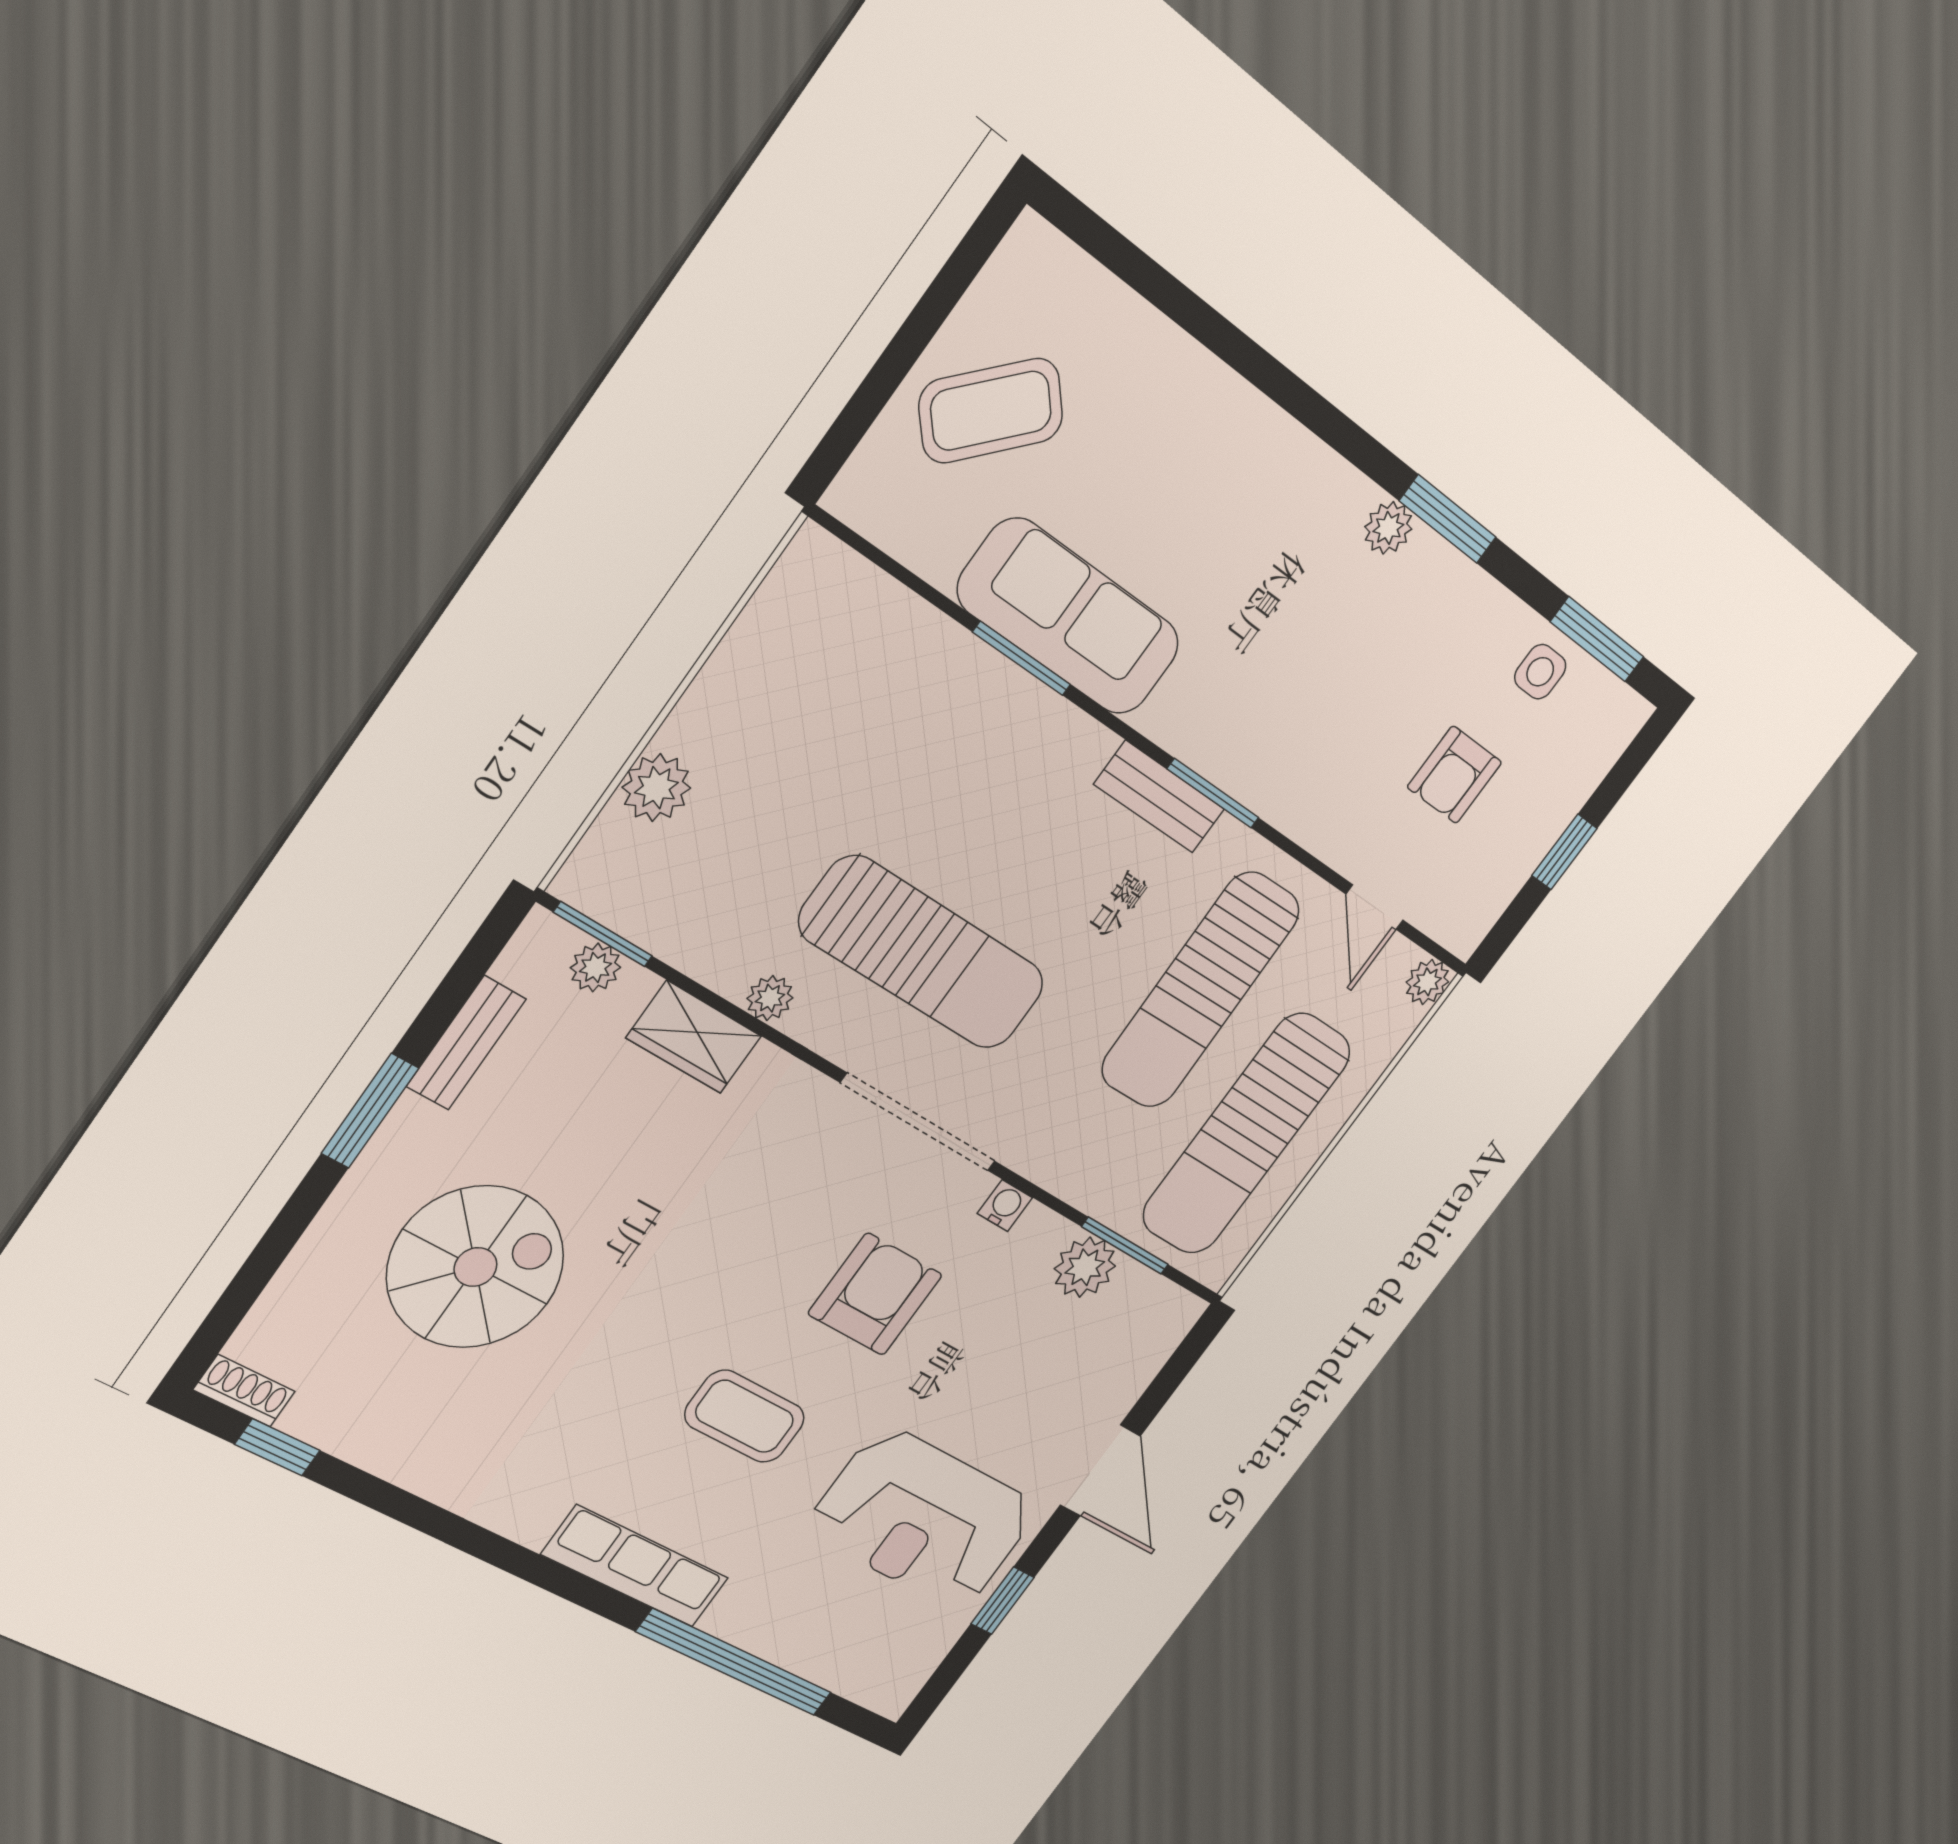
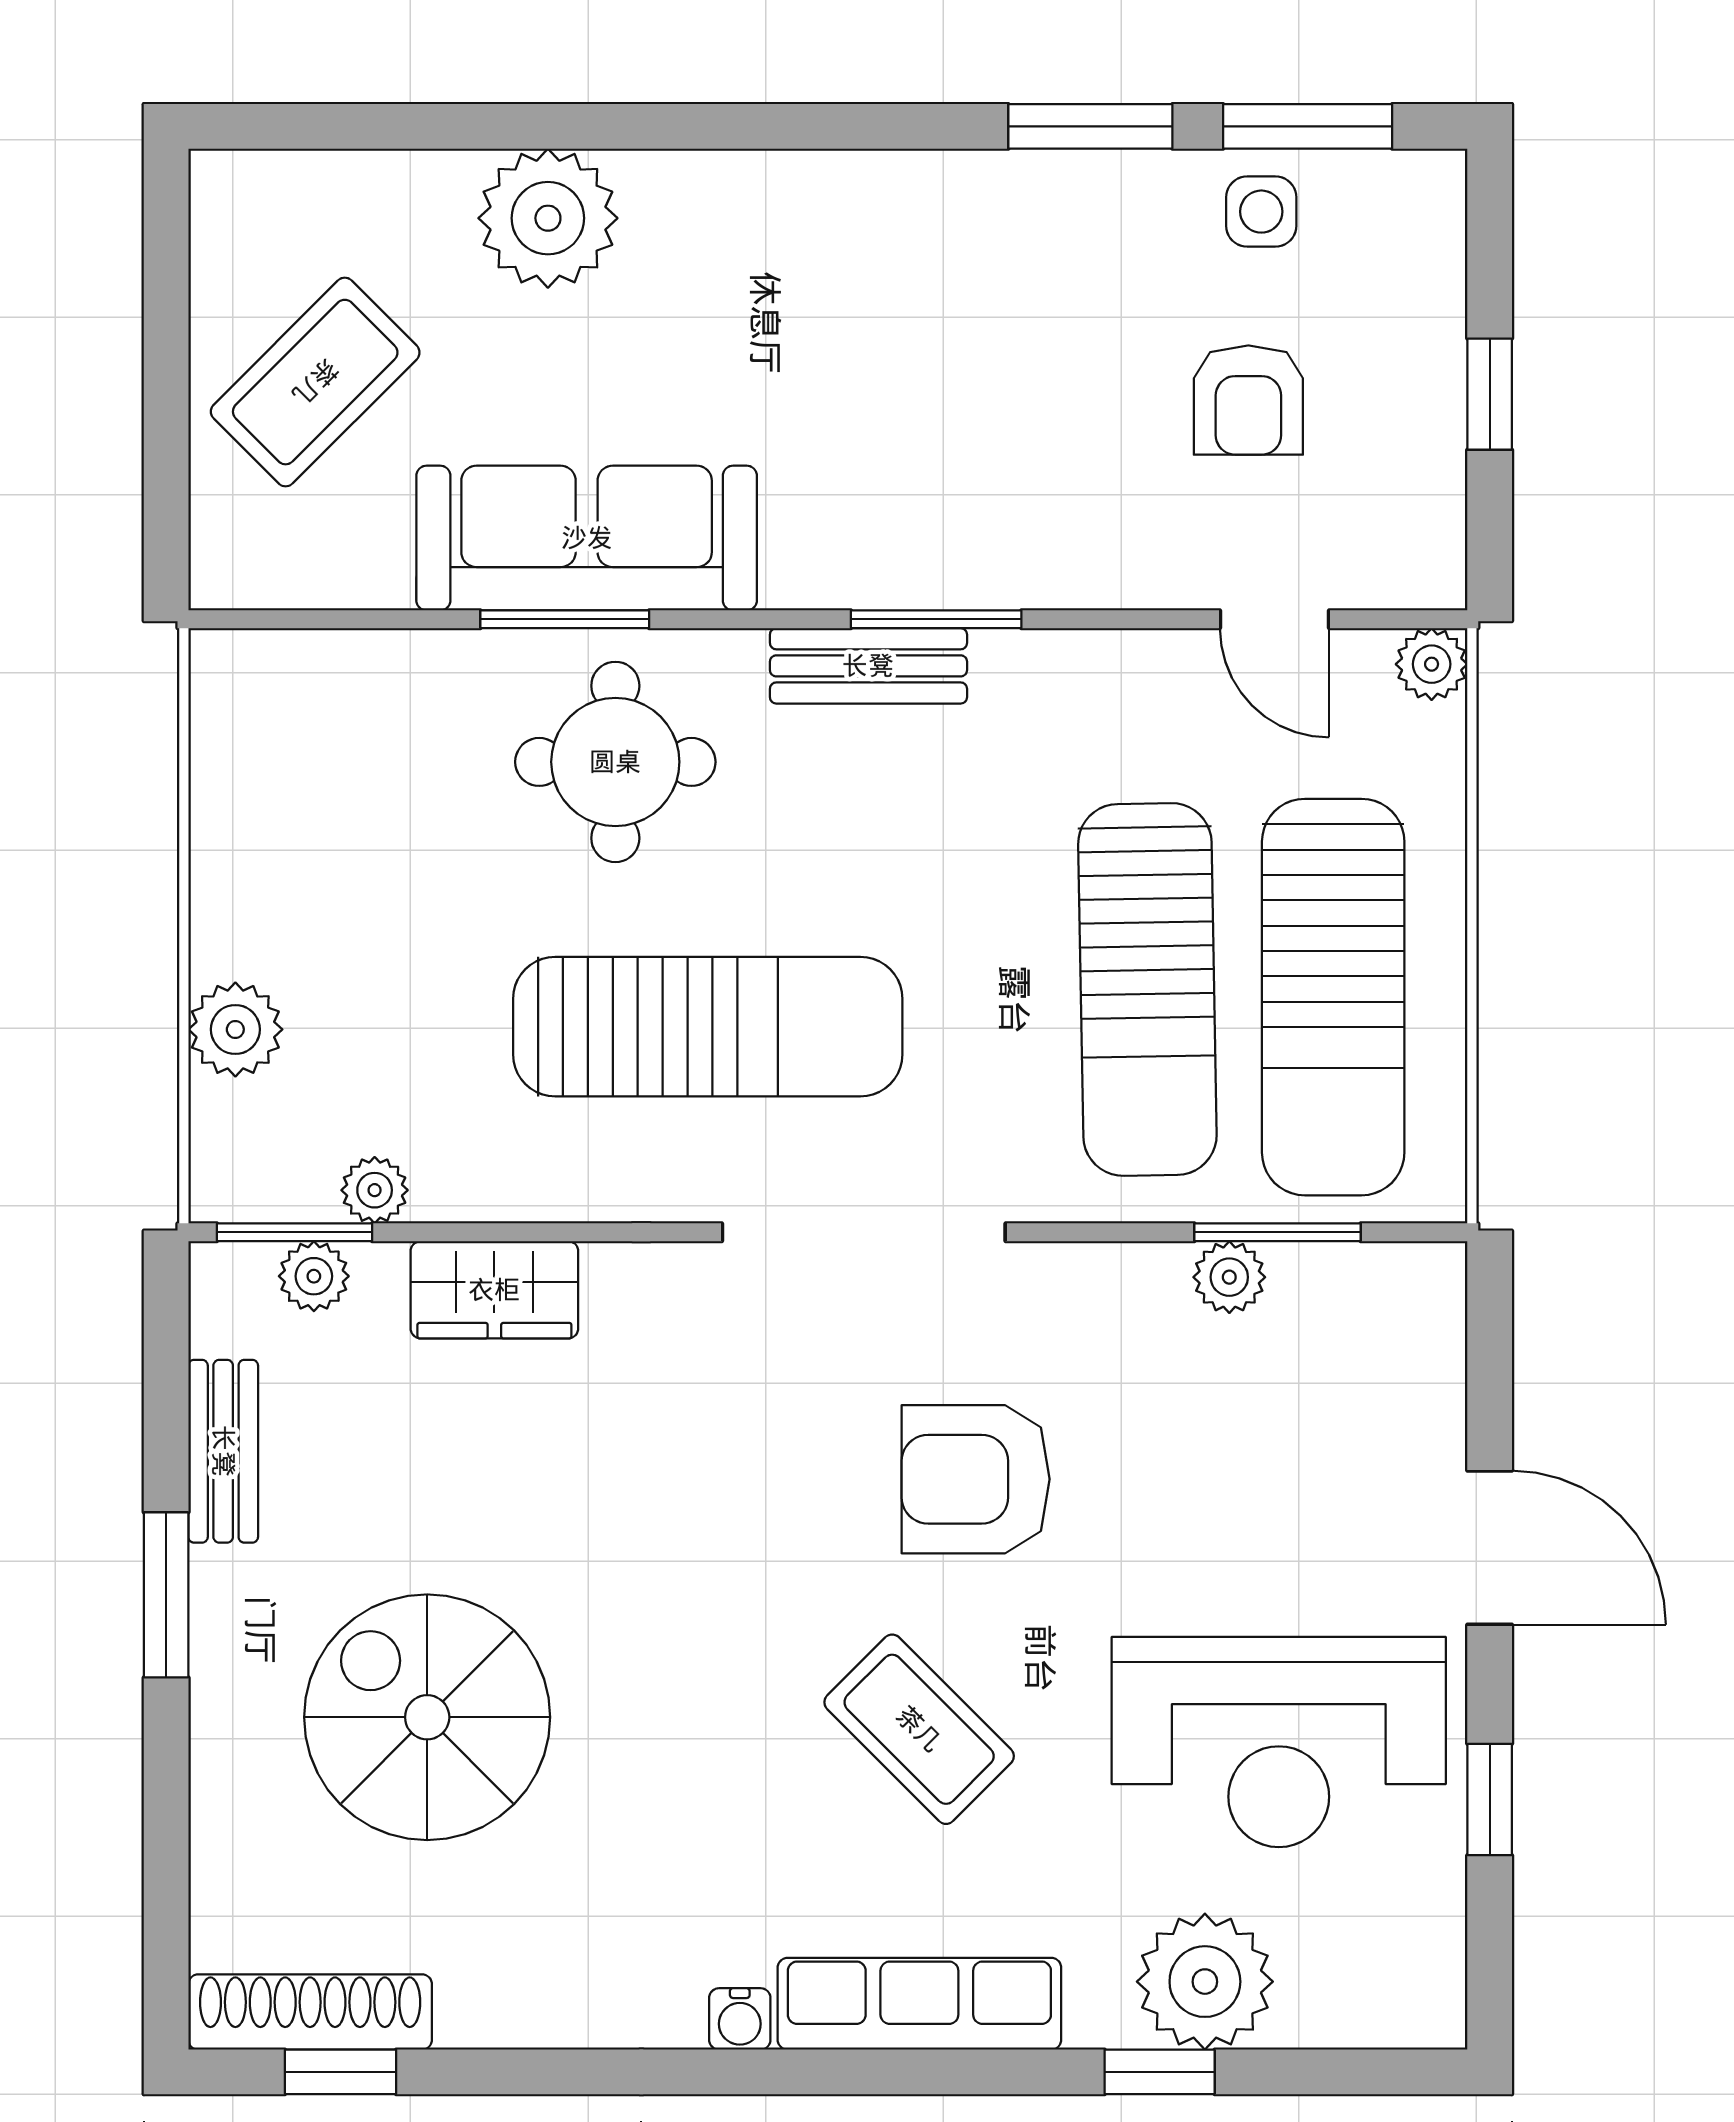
window: (1448, 519) -> (1090, 126), moved
plant: (1388, 528) -> (548, 218), moved, width x1.87, depth x1.87
round table: (987, 764) -> (615, 762), added
sun lounger: (1200, 990) -> (1147, 989), moved
plant: (770, 998) -> (375, 1190), moved
water cooler: (1005, 1206) -> (740, 2019), moved, turned 180
spiral stairs: (476, 1267) -> (427, 1717), turned -90
plant: (1085, 1267) -> (1229, 1277), width x0.73, depth x0.73
armchair: (875, 1294) -> (976, 1479), turned -90
shoe rack: (244, 1391) -> (310, 2012), width x1.94, depth x1.24
coffee table: (745, 1416) -> (919, 1729), turned 45
plant: (793, 1626) -> (1205, 1982), added
window: (734, 1662) -> (1160, 2072), width x0.32

